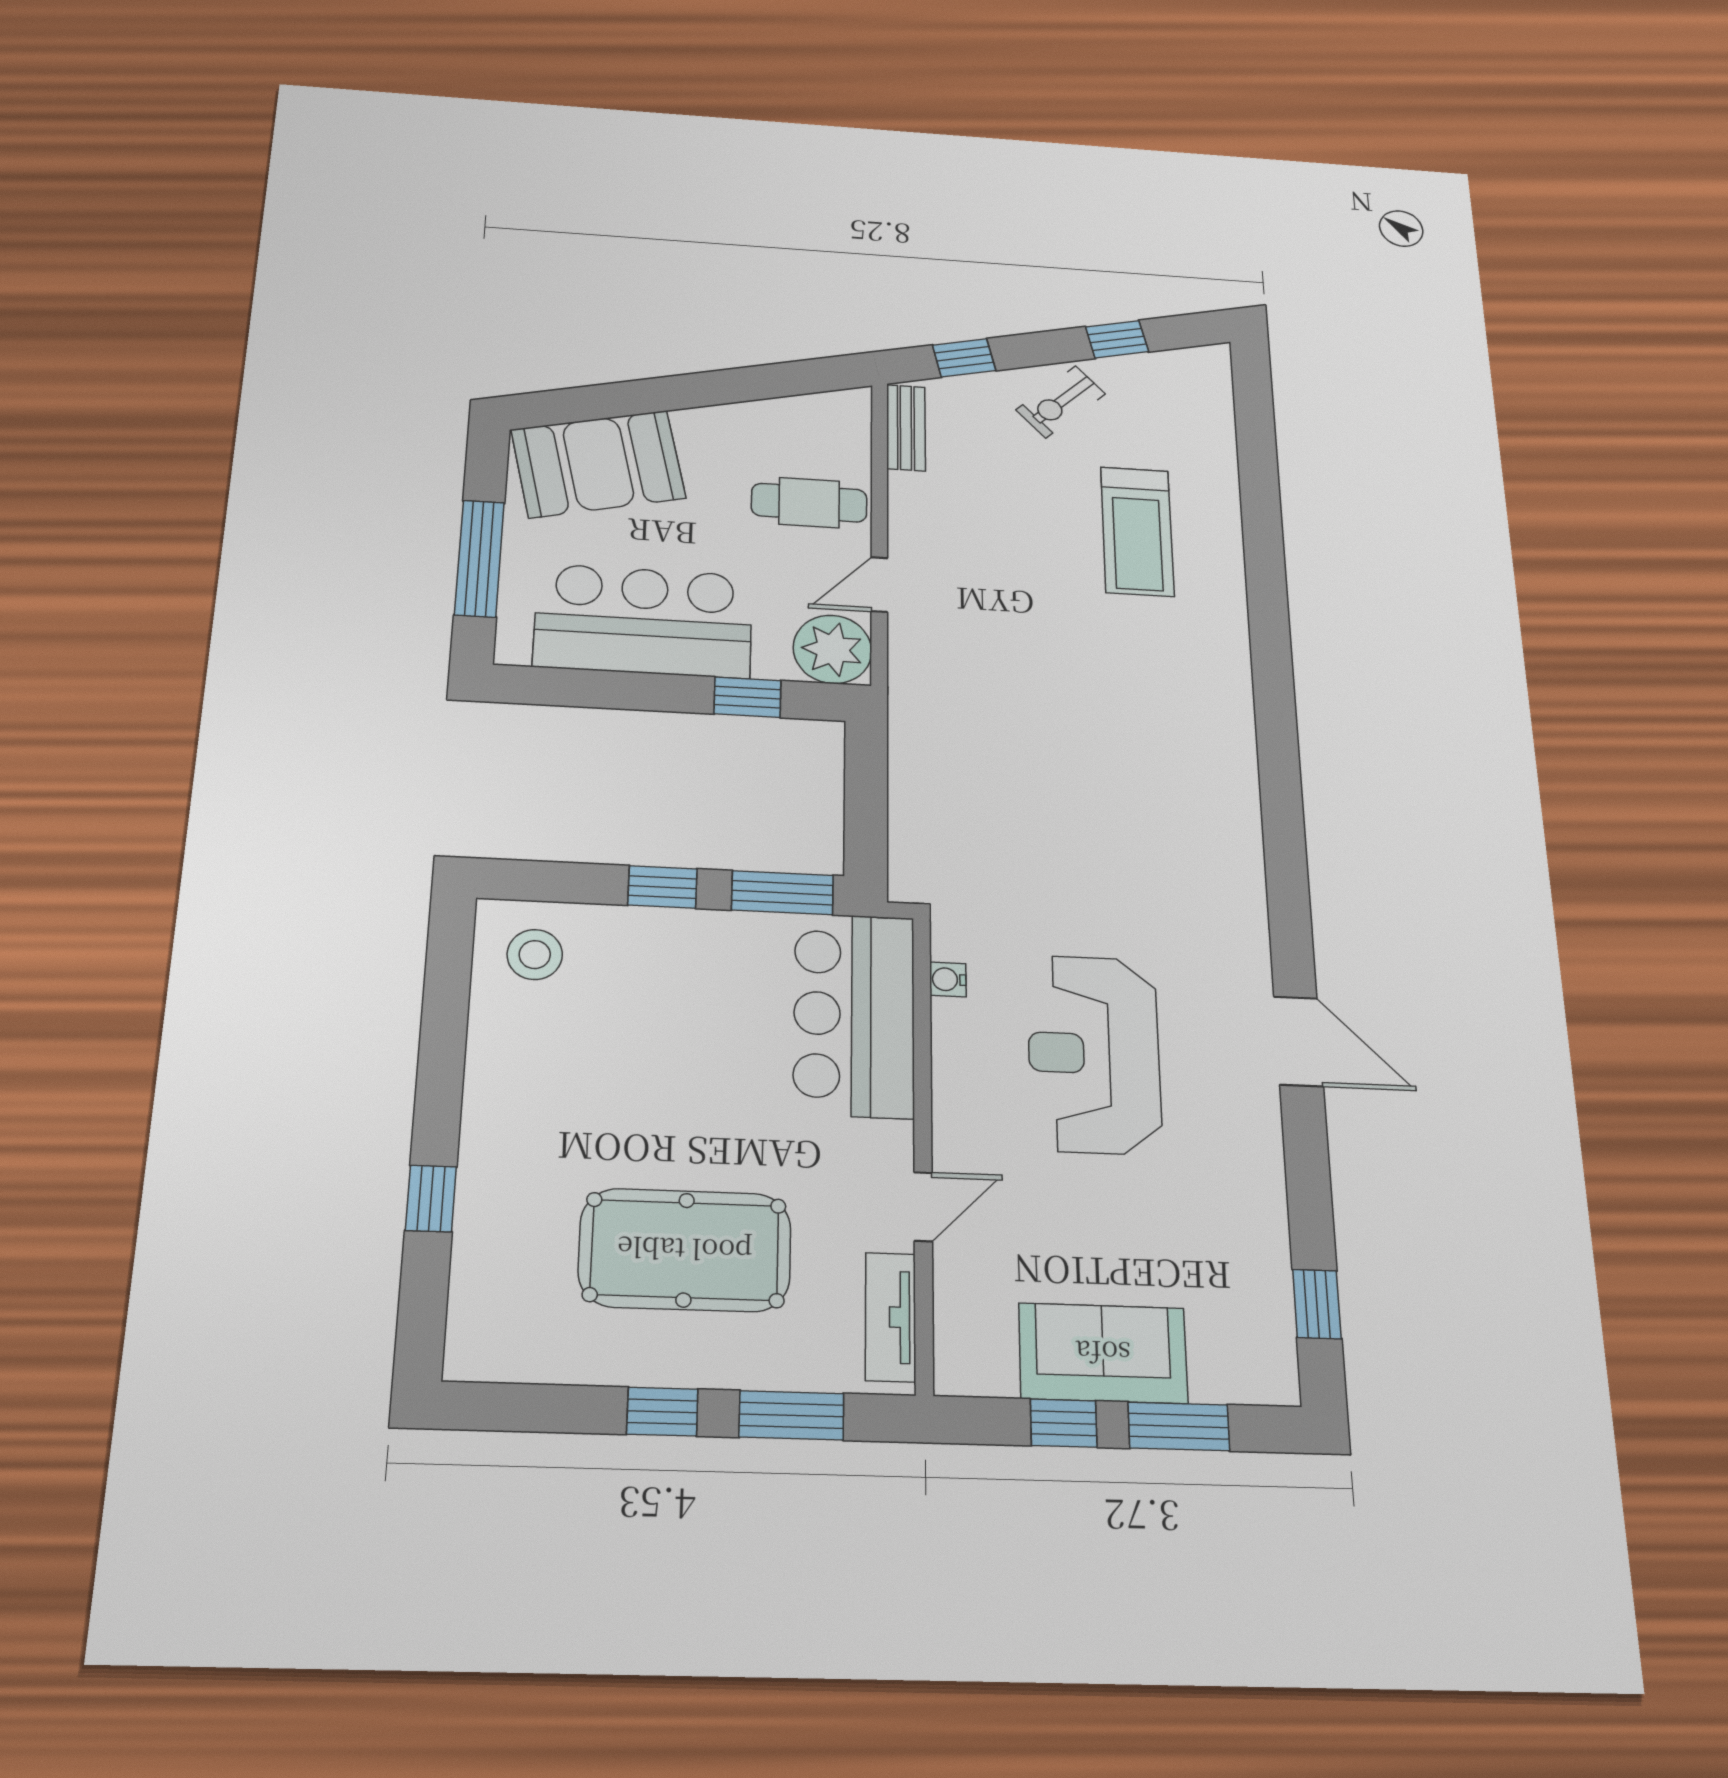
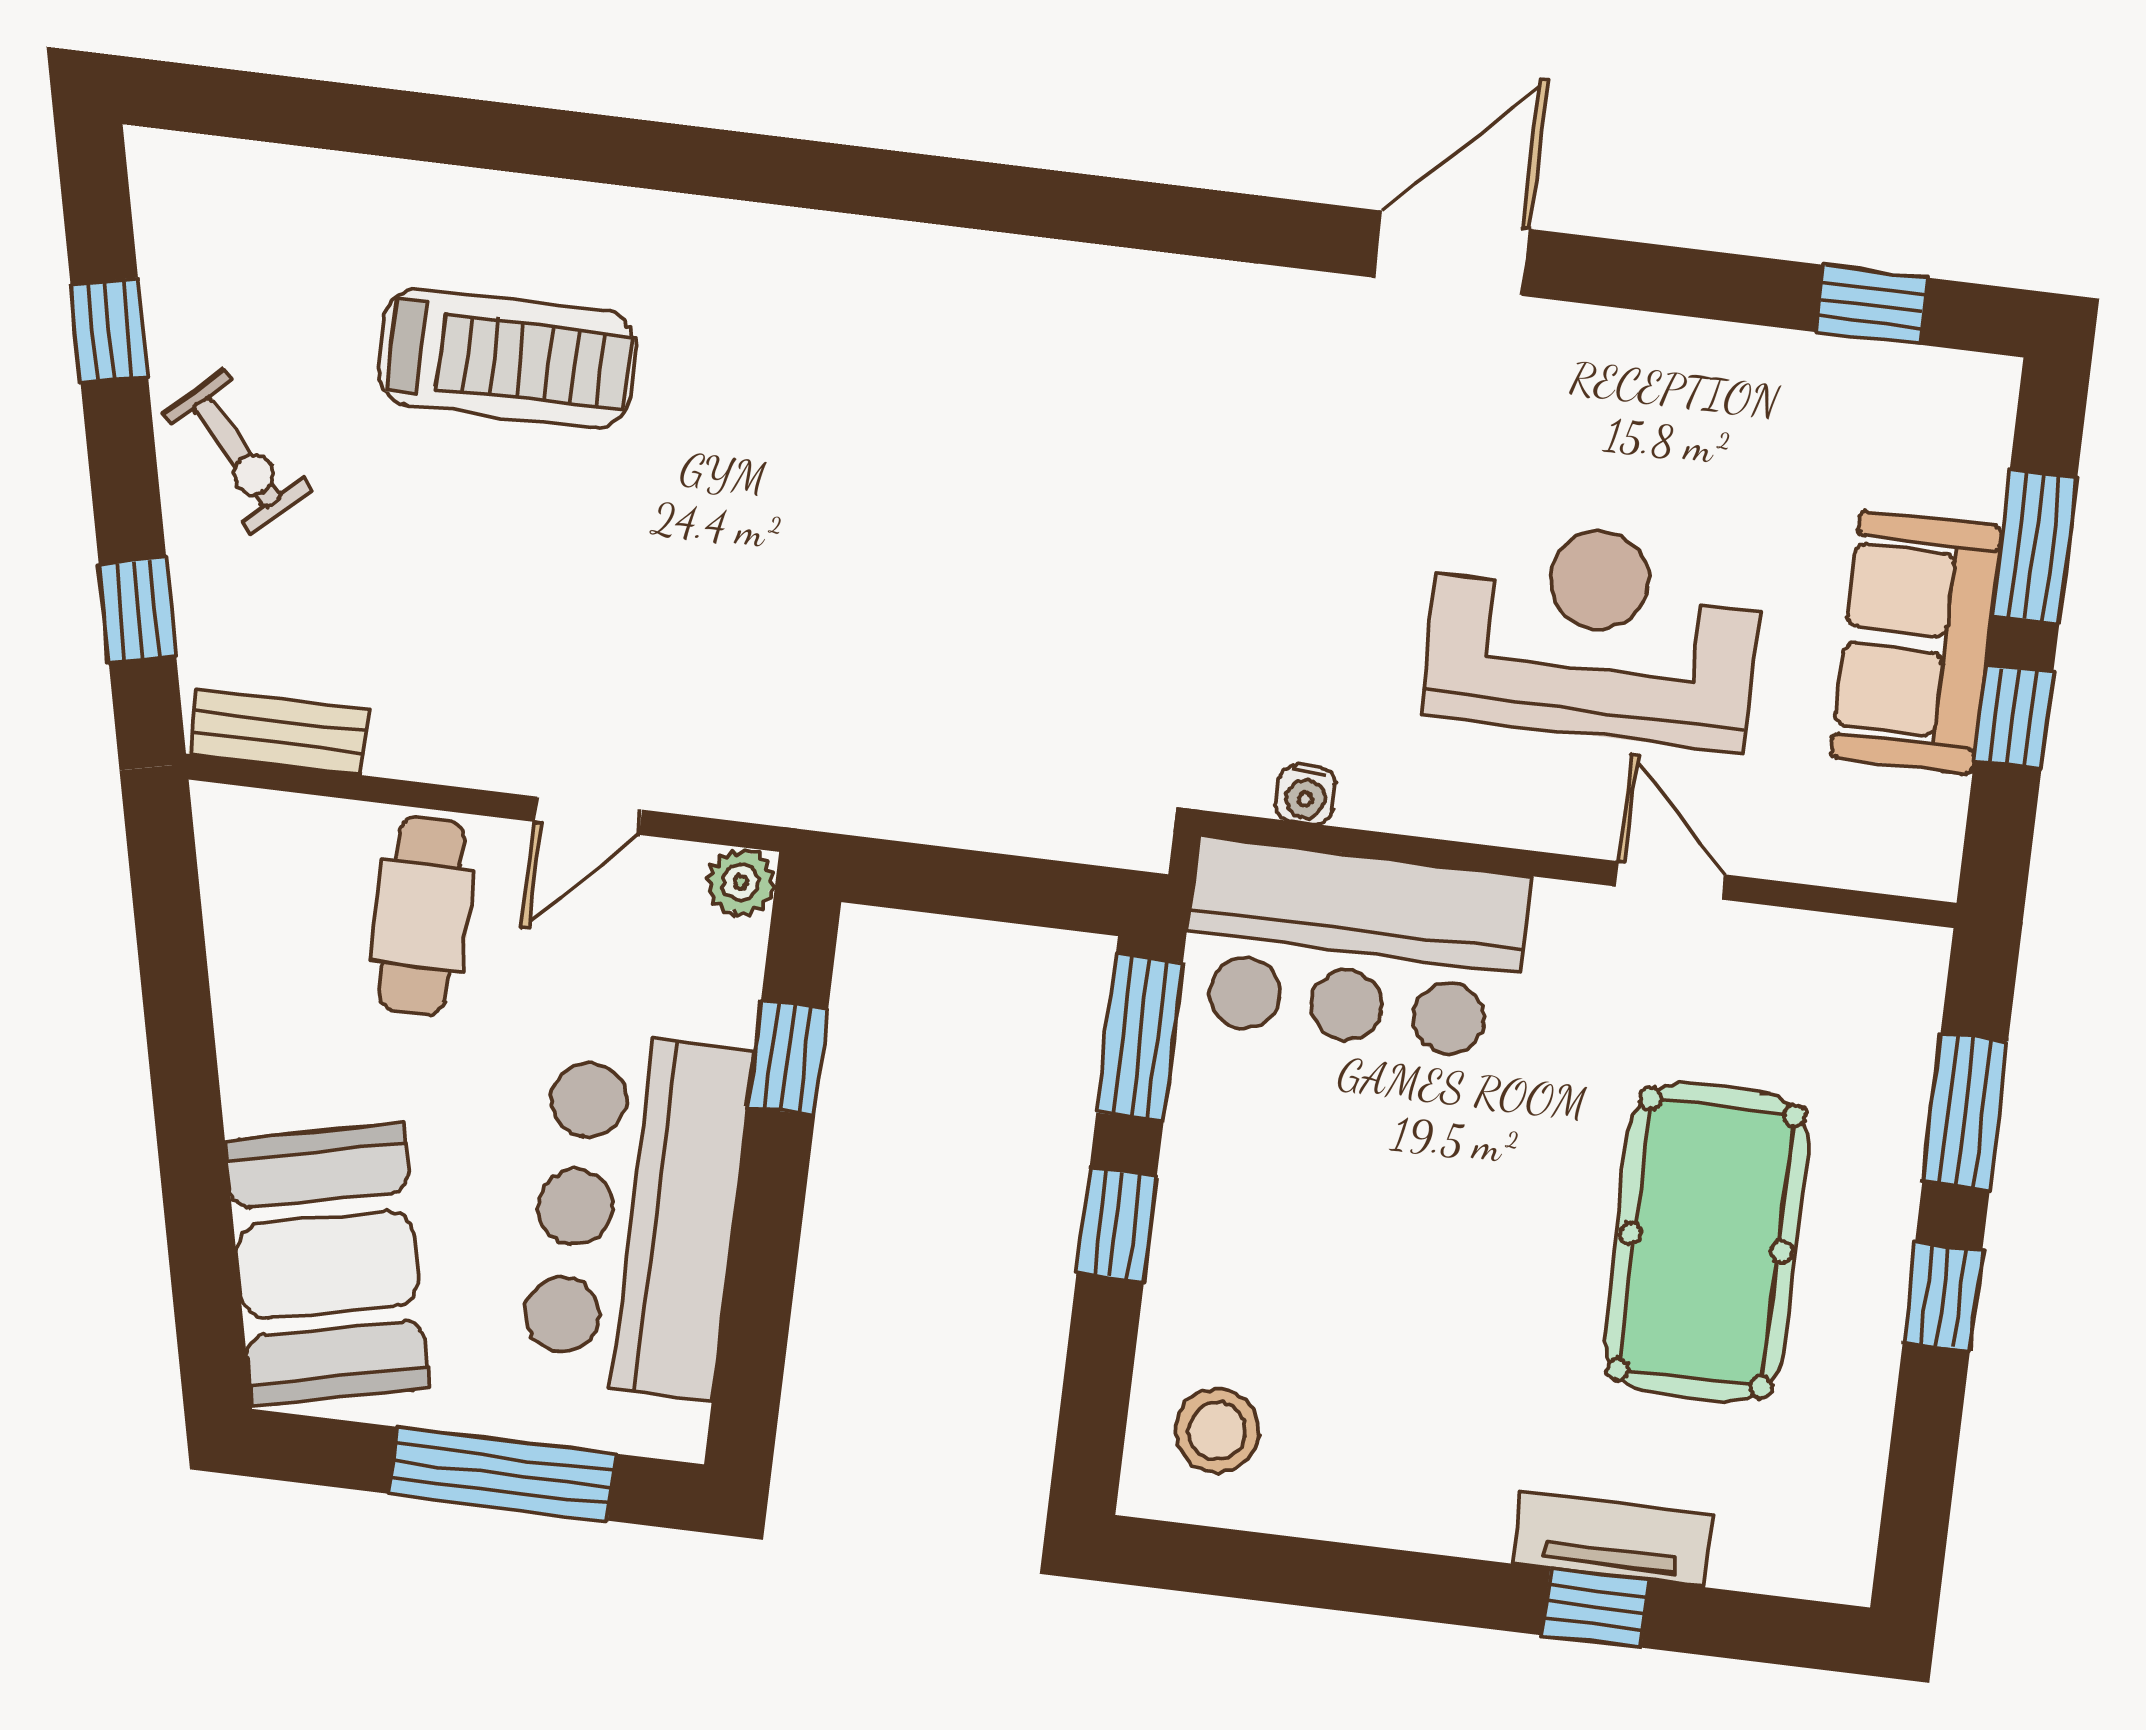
door: (879, 585) -> (588, 816), hinge flipped
plant: (833, 649) -> (741, 882), width x0.53, depth x0.53
reception desk: (1094, 1054) -> (1593, 633), moved, turned 180
tv unit: (891, 1317) -> (1613, 1539), moved, turned 180

